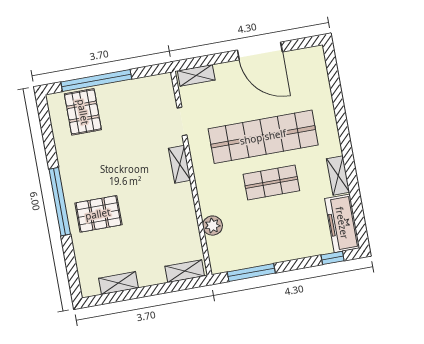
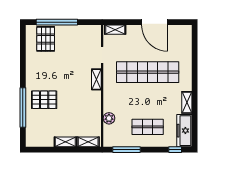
shop shelf: (271, 183) -> (148, 127), moved
window: (60, 202) -> (23, 108), moved
shelving: (119, 283) -> (65, 142), moved

